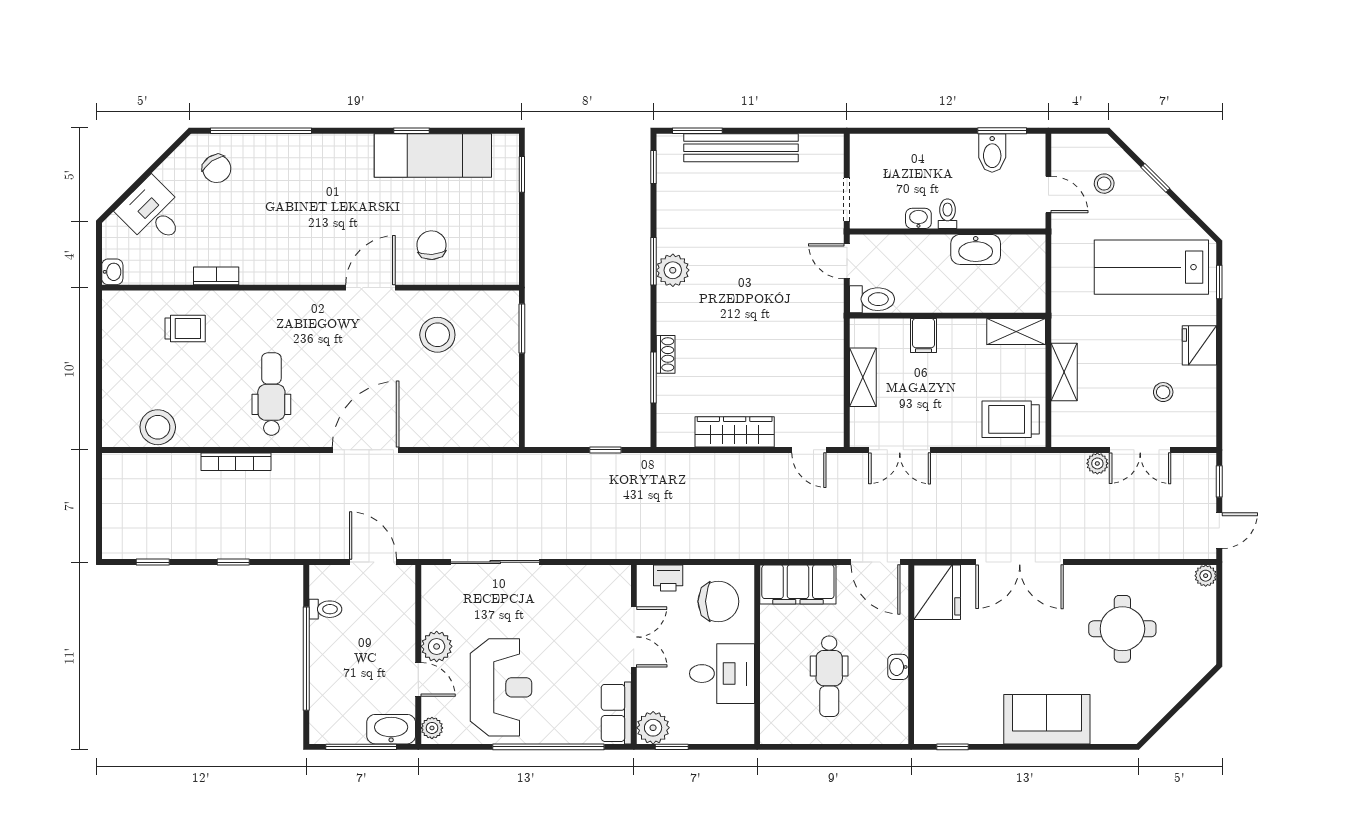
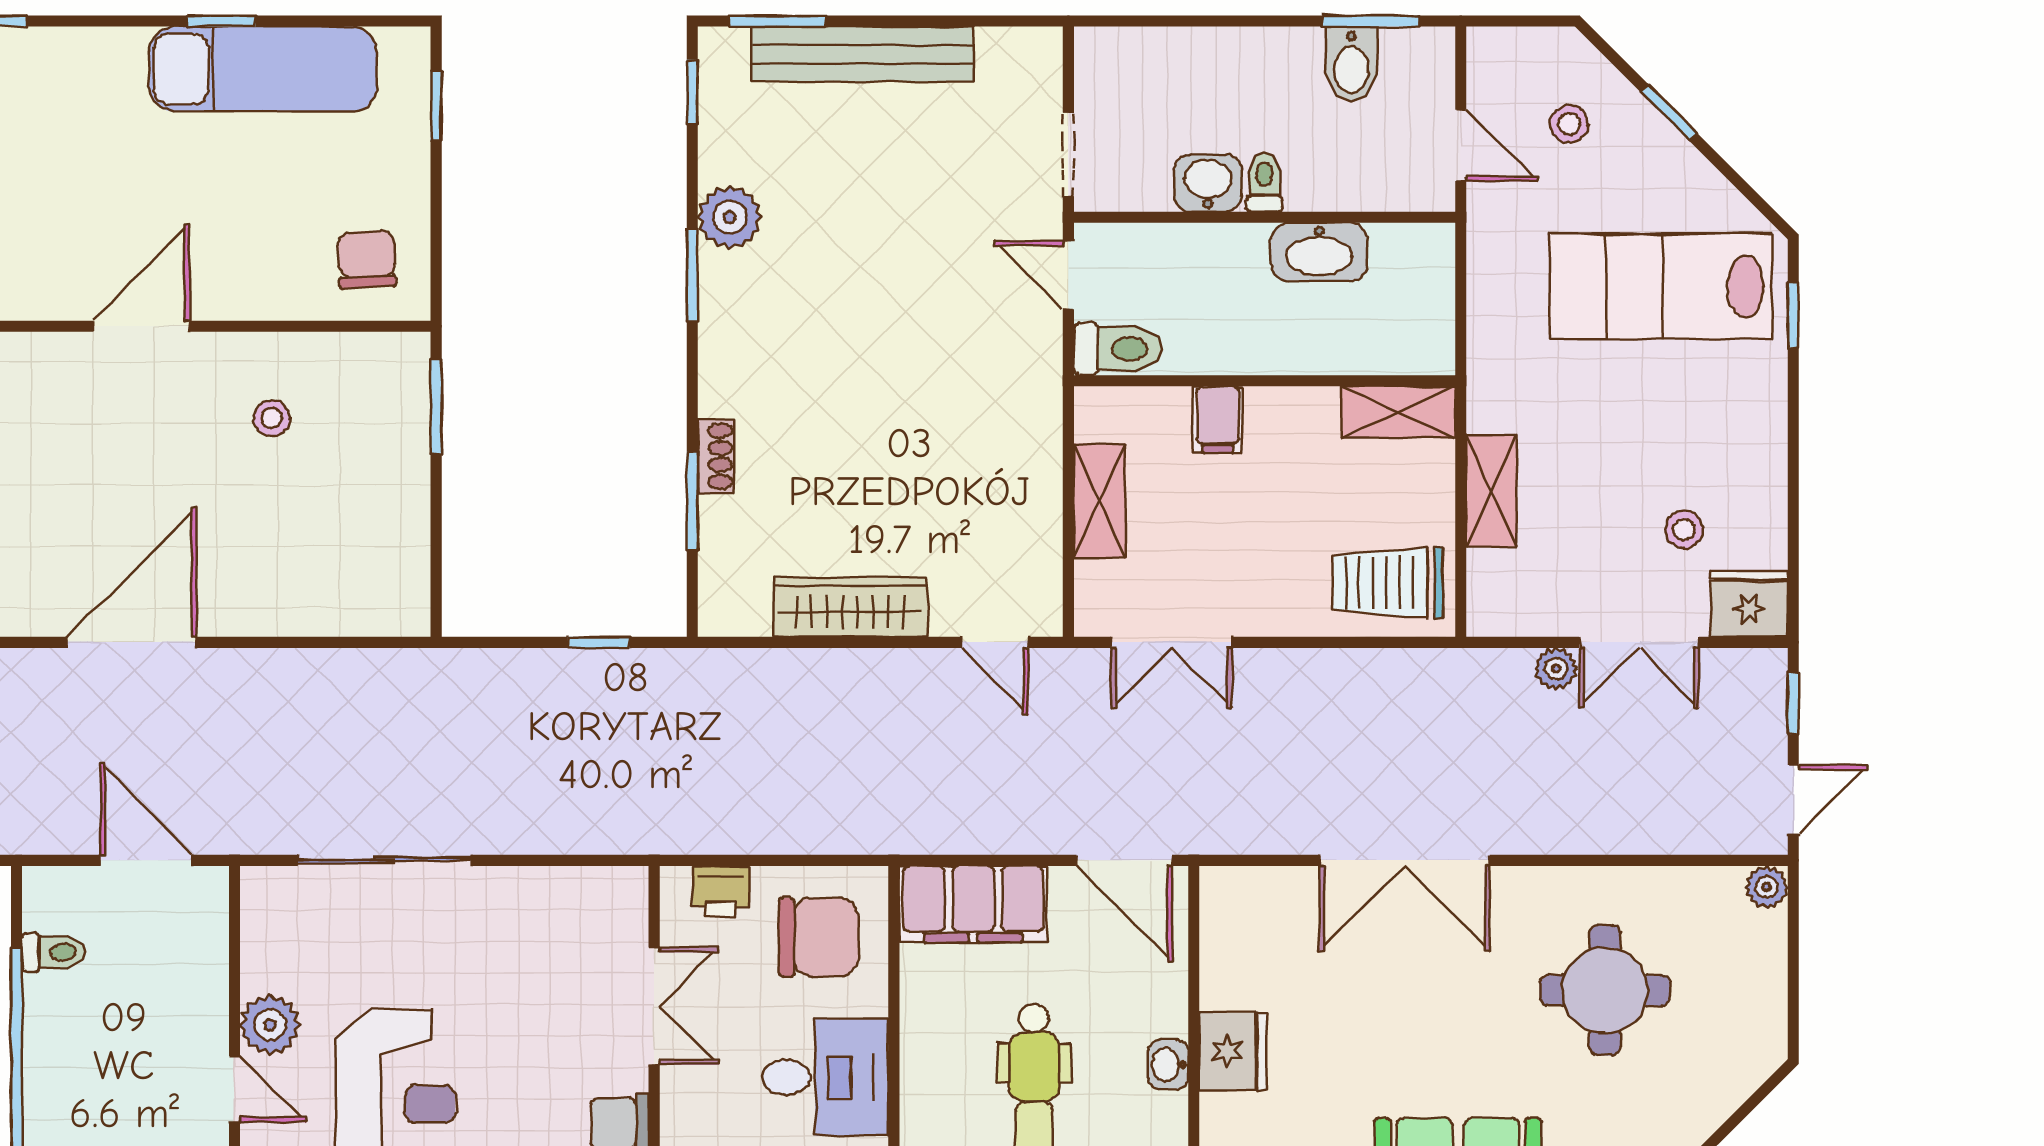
washbasin: (918, 218) -> (1208, 183), width x1.38, depth x1.45
chair: (431, 245) -> (367, 259), moved
plant: (673, 270) -> (730, 217), moved
stool: (437, 335) -> (272, 418), width x0.53, depth x0.53
fridge: (1199, 345) -> (1749, 604), moved, turned 90
fridge: (937, 592) -> (1233, 1051), moved, width x0.73, depth x0.75

